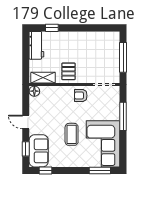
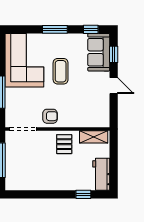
floor lamp: (34, 91) -> (104, 121), removed
window: (100, 171) -> (55, 29), moved

